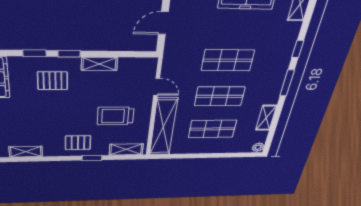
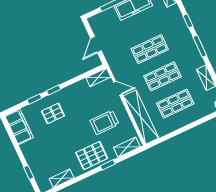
shelving: (99, 64) -> (98, 77), moved
pallet: (78, 143) -> (92, 156), width x1.50, depth x1.42

